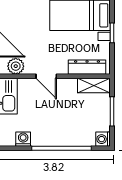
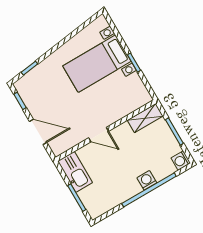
plant: (16, 66) -> (67, 141), removed
dresser: (87, 67) -> (130, 106), removed
washing machine: (23, 139) -> (147, 180), moved

